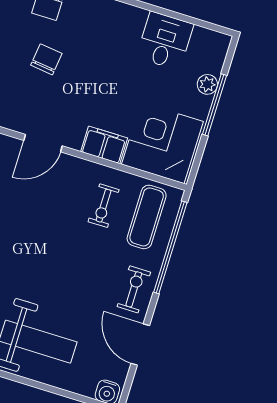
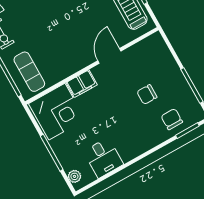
chair: (46, 59) -> (147, 94), turned 83
plant: (207, 84) -> (74, 176), moved
exercise bike: (104, 206) -> (54, 57), removed

